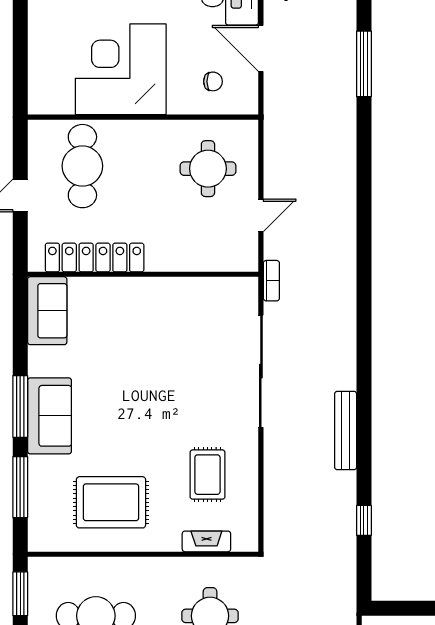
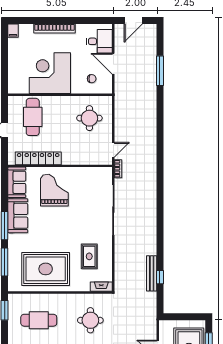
door: (261, 215) -> (113, 150), moved
grand piano: (130, 328) -> (54, 190), added
sofa: (50, 416) -> (18, 216), moved
bench: (346, 431) -> (152, 273), moved
rug: (111, 502) -> (46, 269), width x1.37, depth x1.44
fireplace: (206, 541) -> (101, 287), moved

